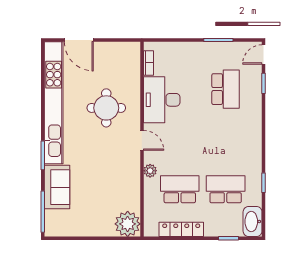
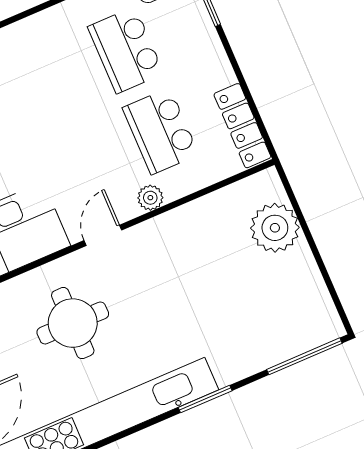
sofa: (57, 187) -> (250, 350), removed
plant: (128, 224) -> (275, 228), moved
locker: (181, 229) -> (242, 126), moved

